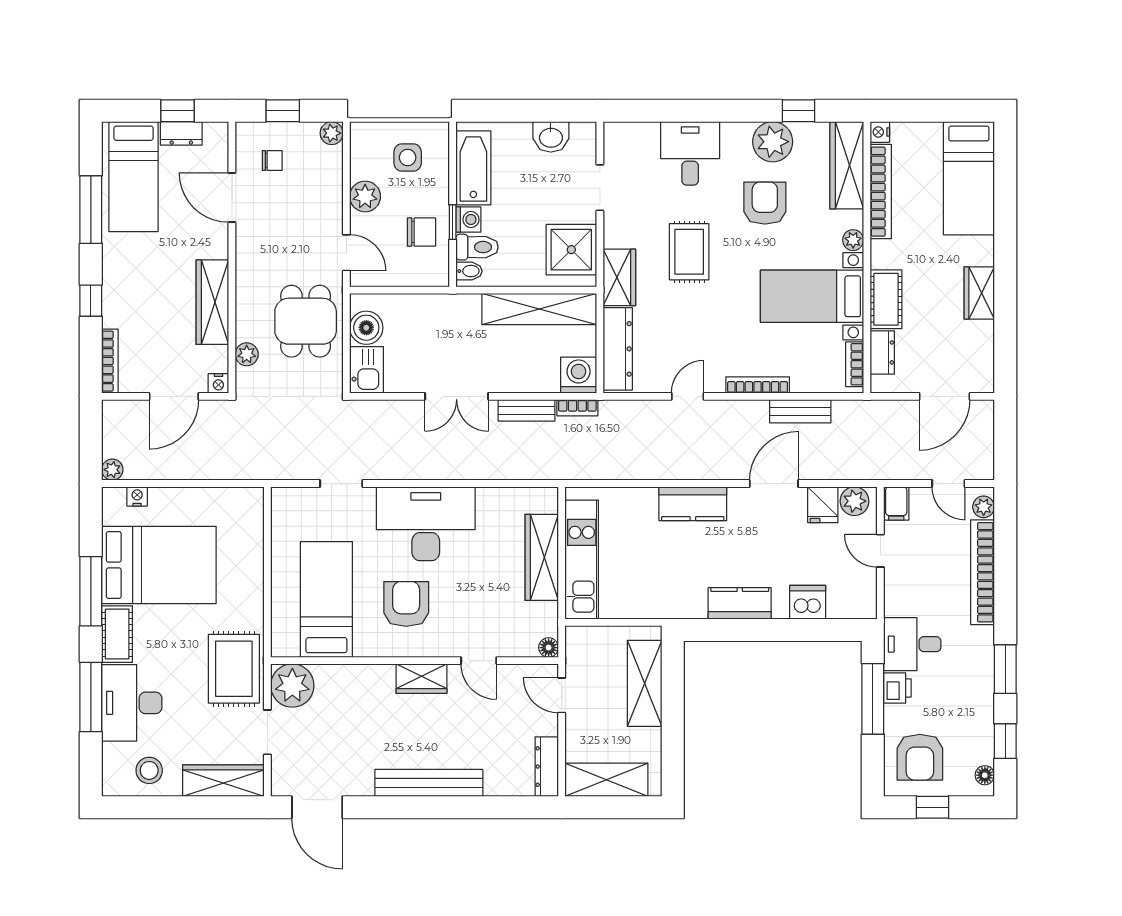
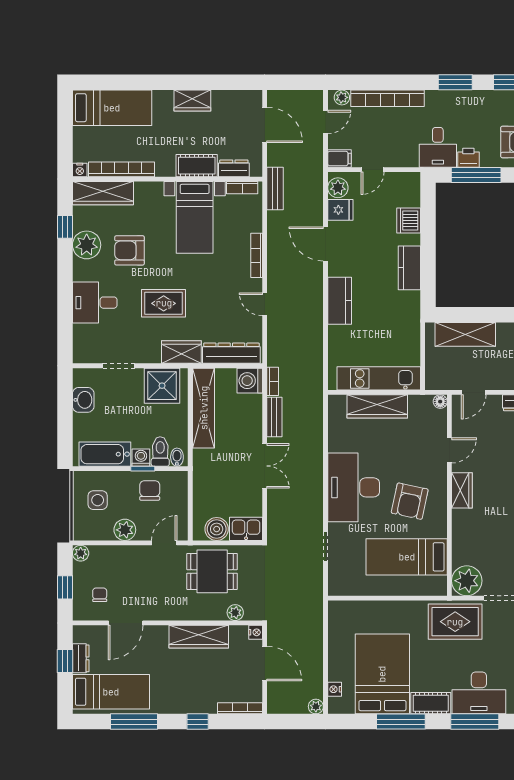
plant: (853, 240) -> (155, 189), removed
bench: (800, 411) -> (275, 188), moved
armchair: (406, 604) -> (410, 501), turned -78

